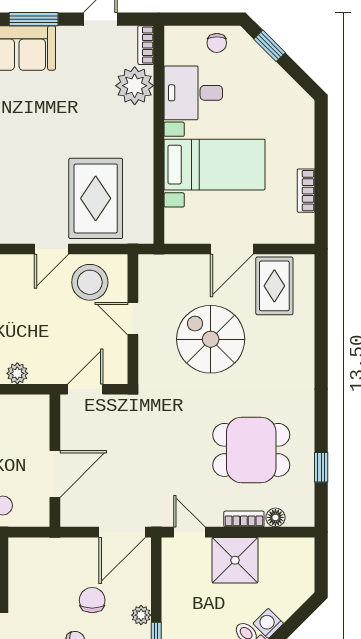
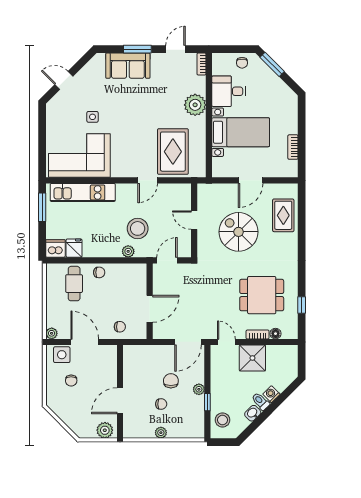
window: (270, 46) -> (272, 64), width x1.50
plant: (135, 86) -> (195, 105), moved
stool: (90, 282) -> (138, 228), moved
rug: (274, 286) -> (283, 215), moved

